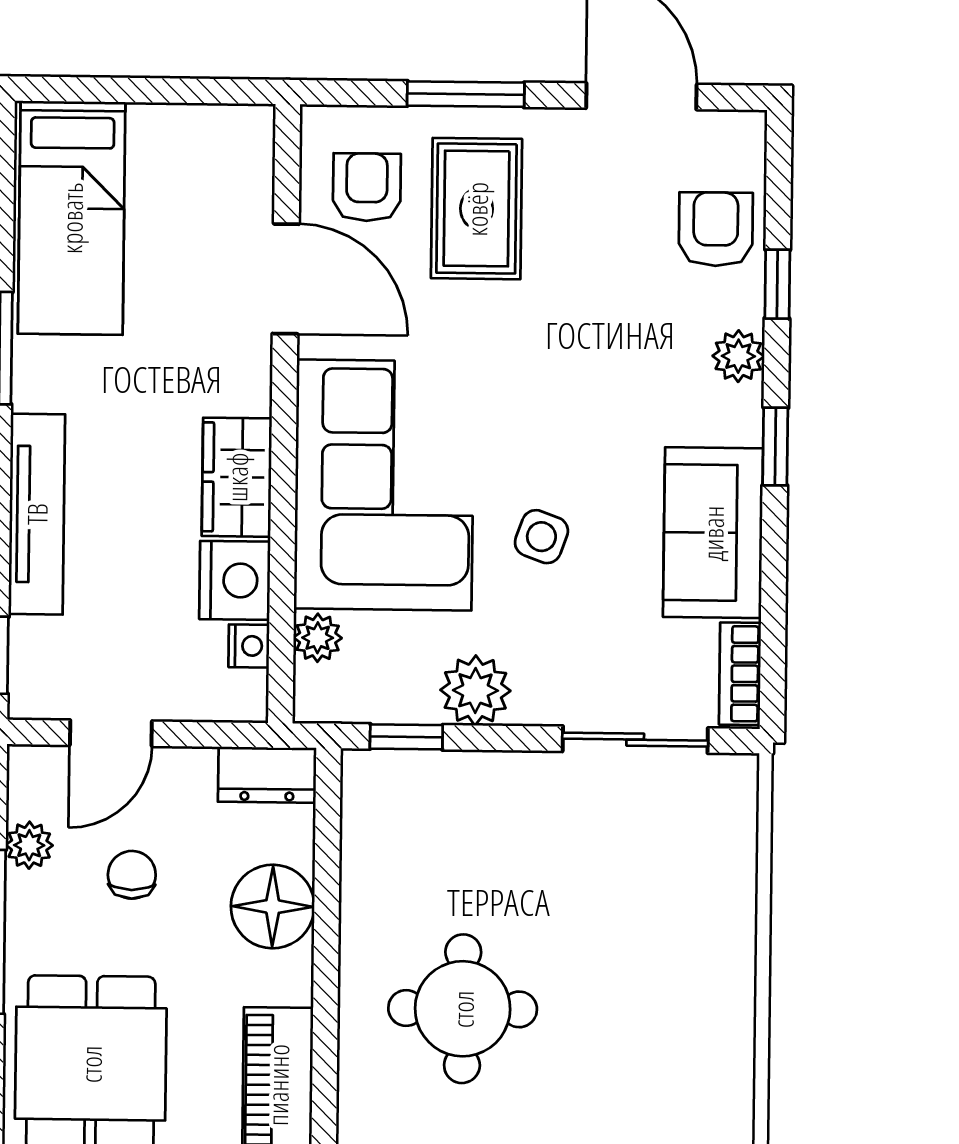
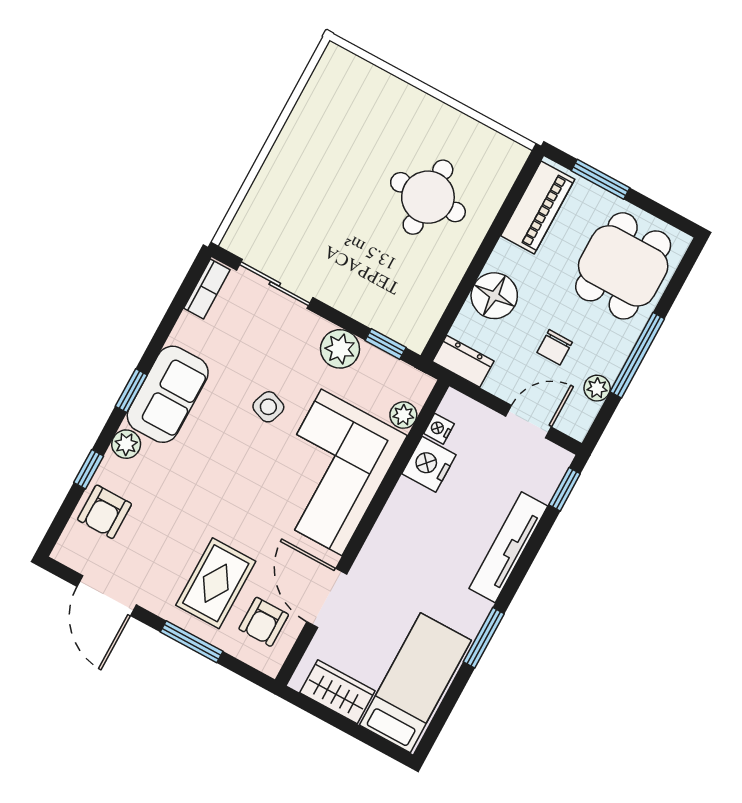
wardrobe: (237, 477) -> (337, 692), moved, turned -90
sofa: (713, 533) -> (168, 394), moved

